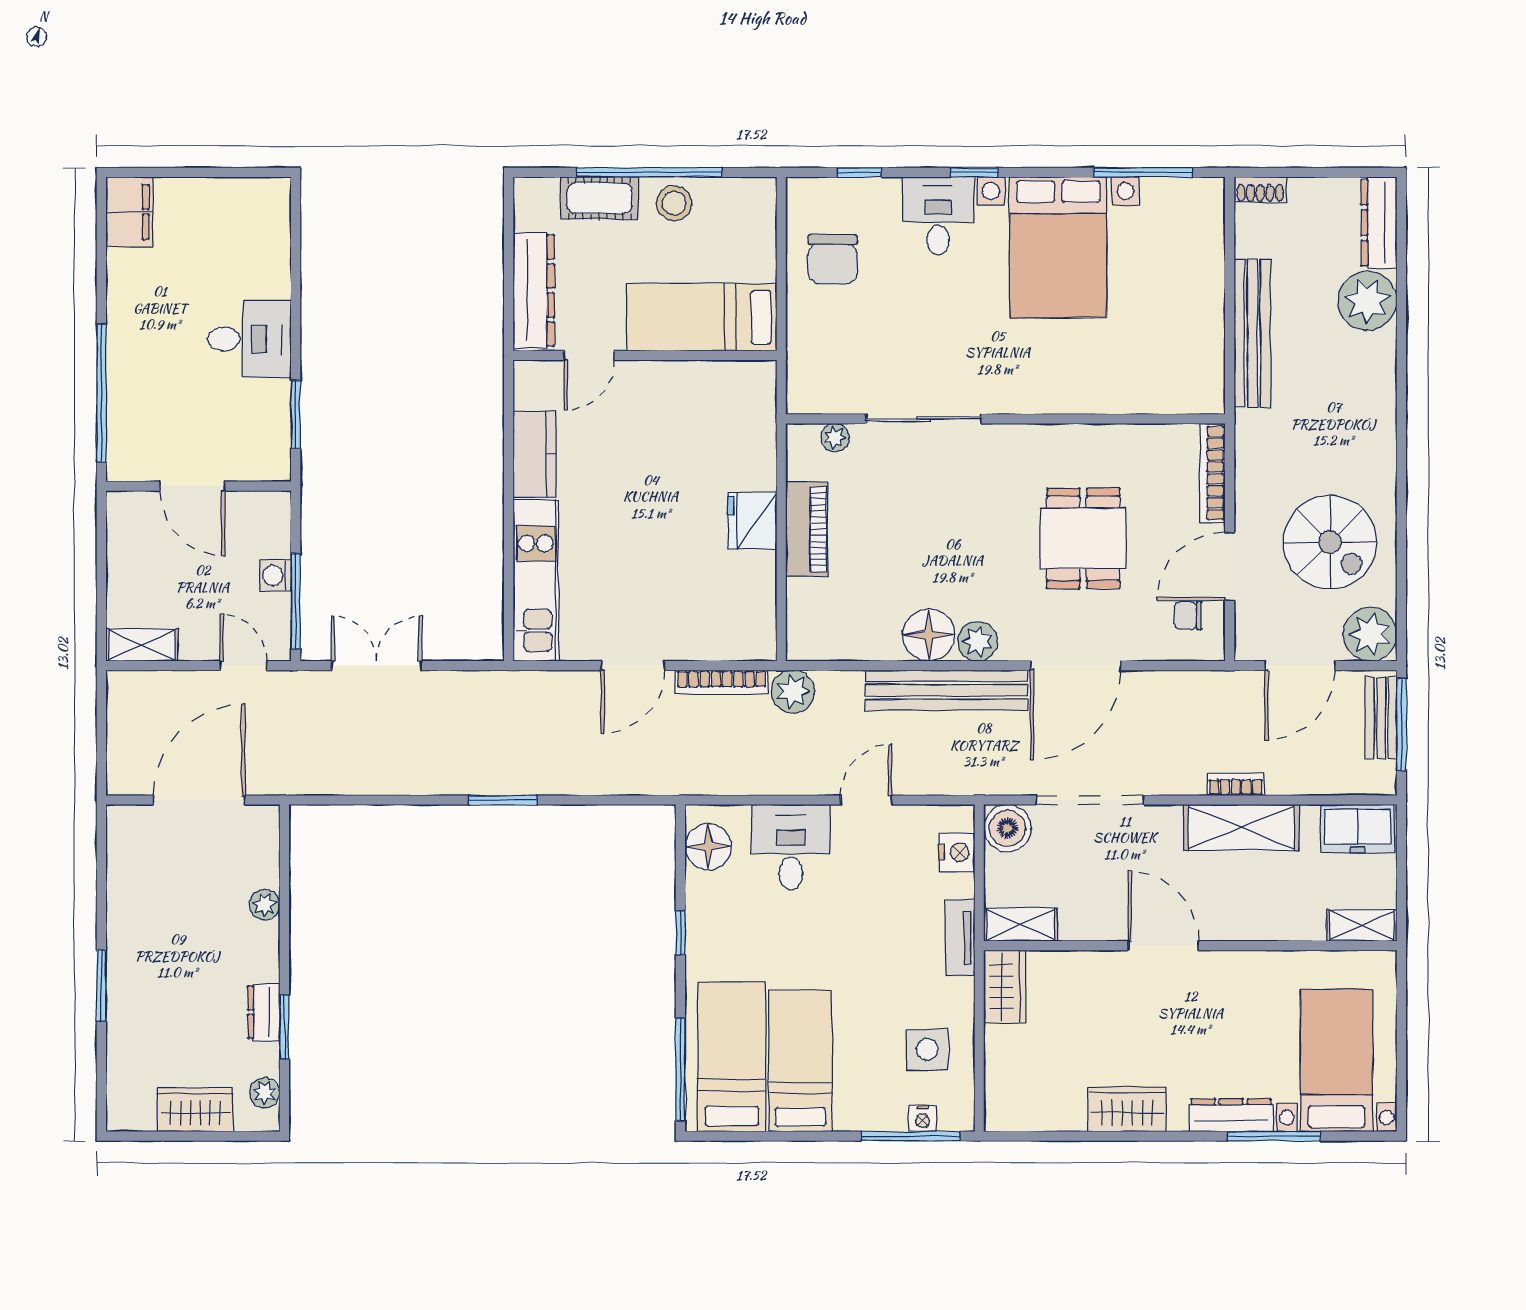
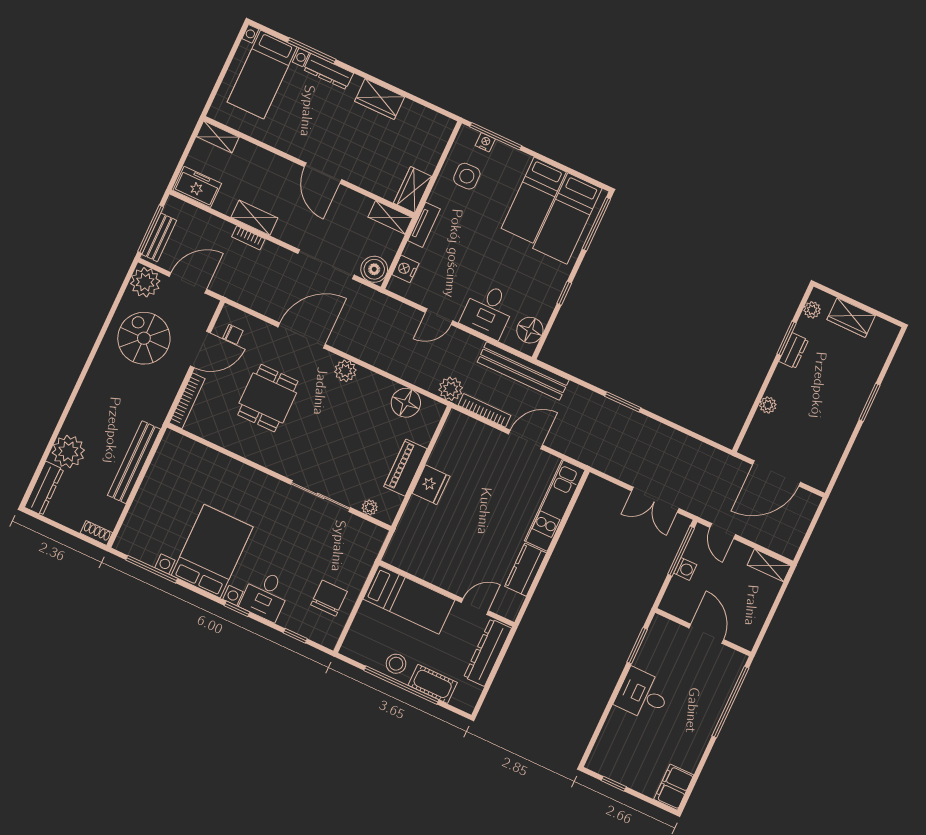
window: (230, 172) -> (614, 784), added
floor lamp: (929, 635) -> (406, 403), moved
bench: (946, 690) -> (523, 371), moved
shelving: (1241, 828) -> (254, 218), width x0.67, depth x0.75

